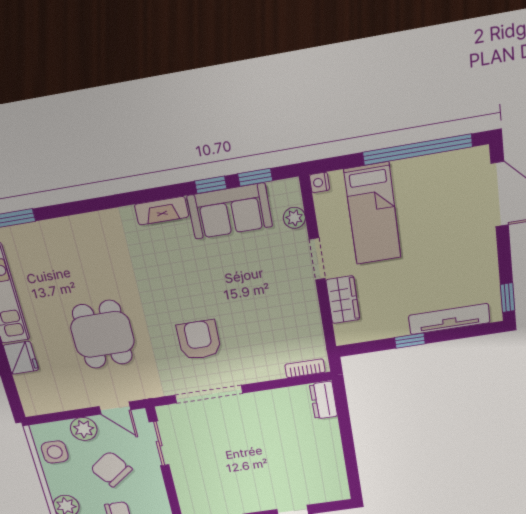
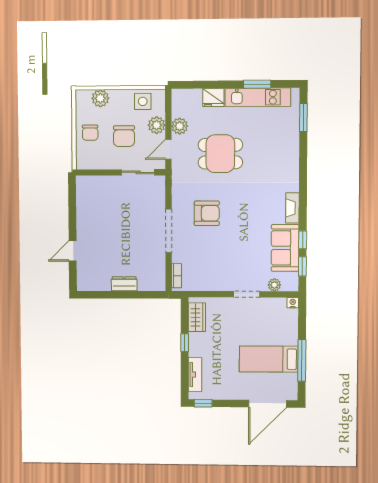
window: (417, 150) -> (302, 360), width x0.68
bed: (373, 214) -> (269, 359), moved
wardrobe: (343, 300) -> (197, 317), moved, turned -90
tv unit: (449, 319) -> (195, 375), width x0.71
doorway: (209, 394) -> (169, 231), moved
plant: (77, 398) -> (180, 126), added
dresser: (324, 400) -> (124, 284), moved
chair: (111, 469) -> (124, 136), turned 126

